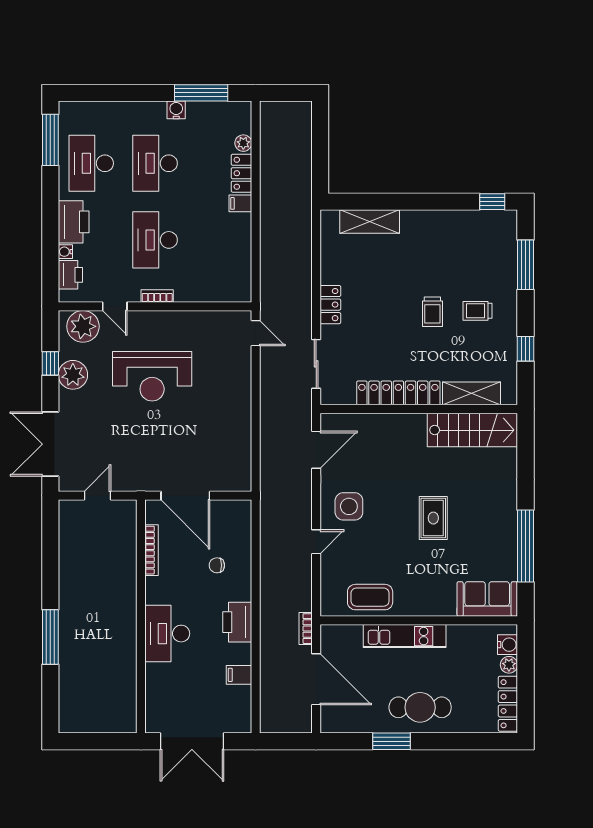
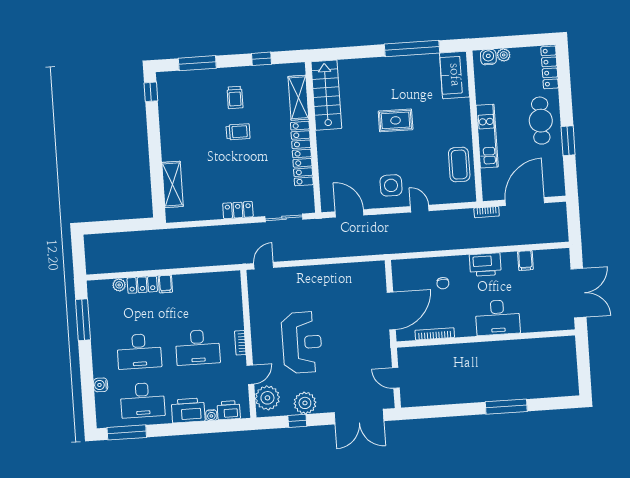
water cooler: (176, 110) -> (101, 385), moved
locker: (508, 704) -> (550, 67), moved, turned 90

